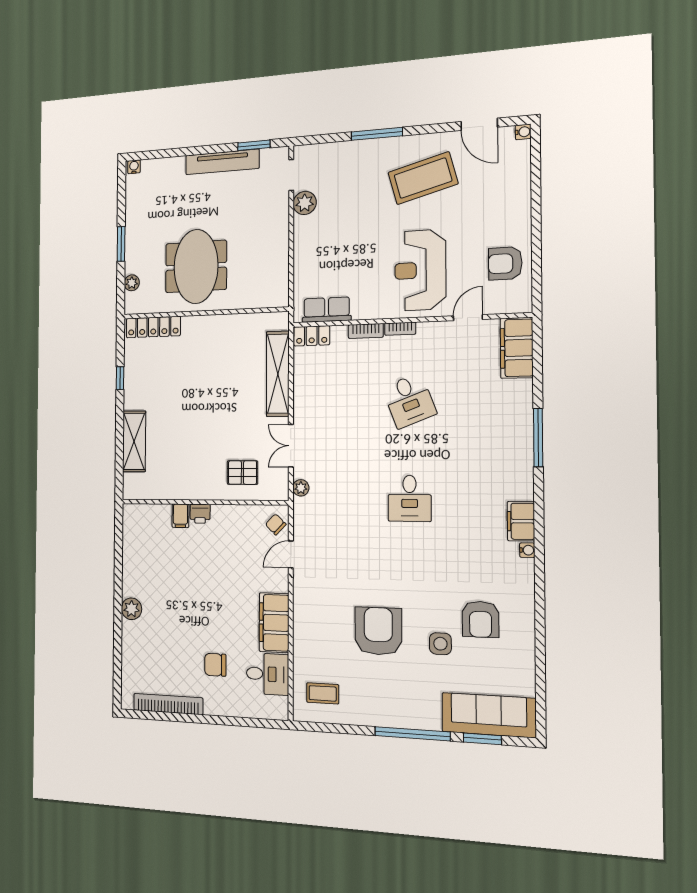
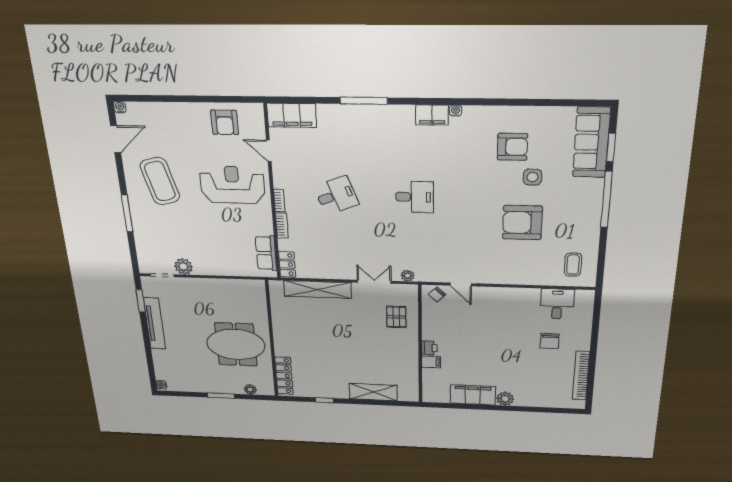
reception desk: (420, 270) -> (232, 185), turned 180
double door: (291, 446) -> (374, 282), swing flipped
filing cabinet: (274, 623) -> (473, 395), moved, turned 180

